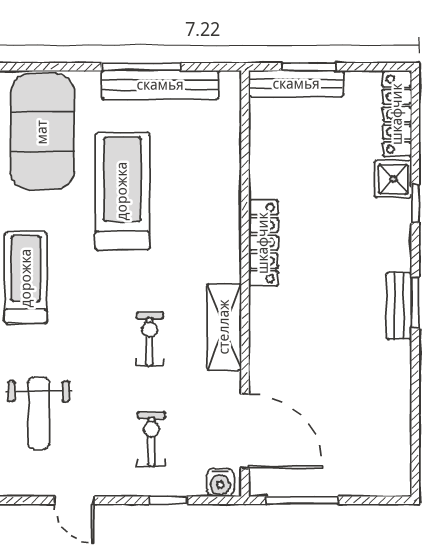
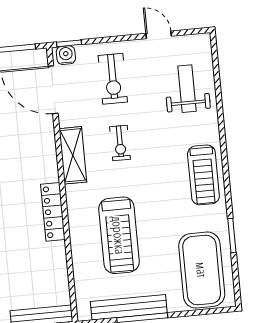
treadmill: (122, 191) -> (119, 235), moved
exercise bike: (151, 439) -> (113, 79), width x1.38, depth x1.39
window: (168, 500) -> (69, 43), moved

